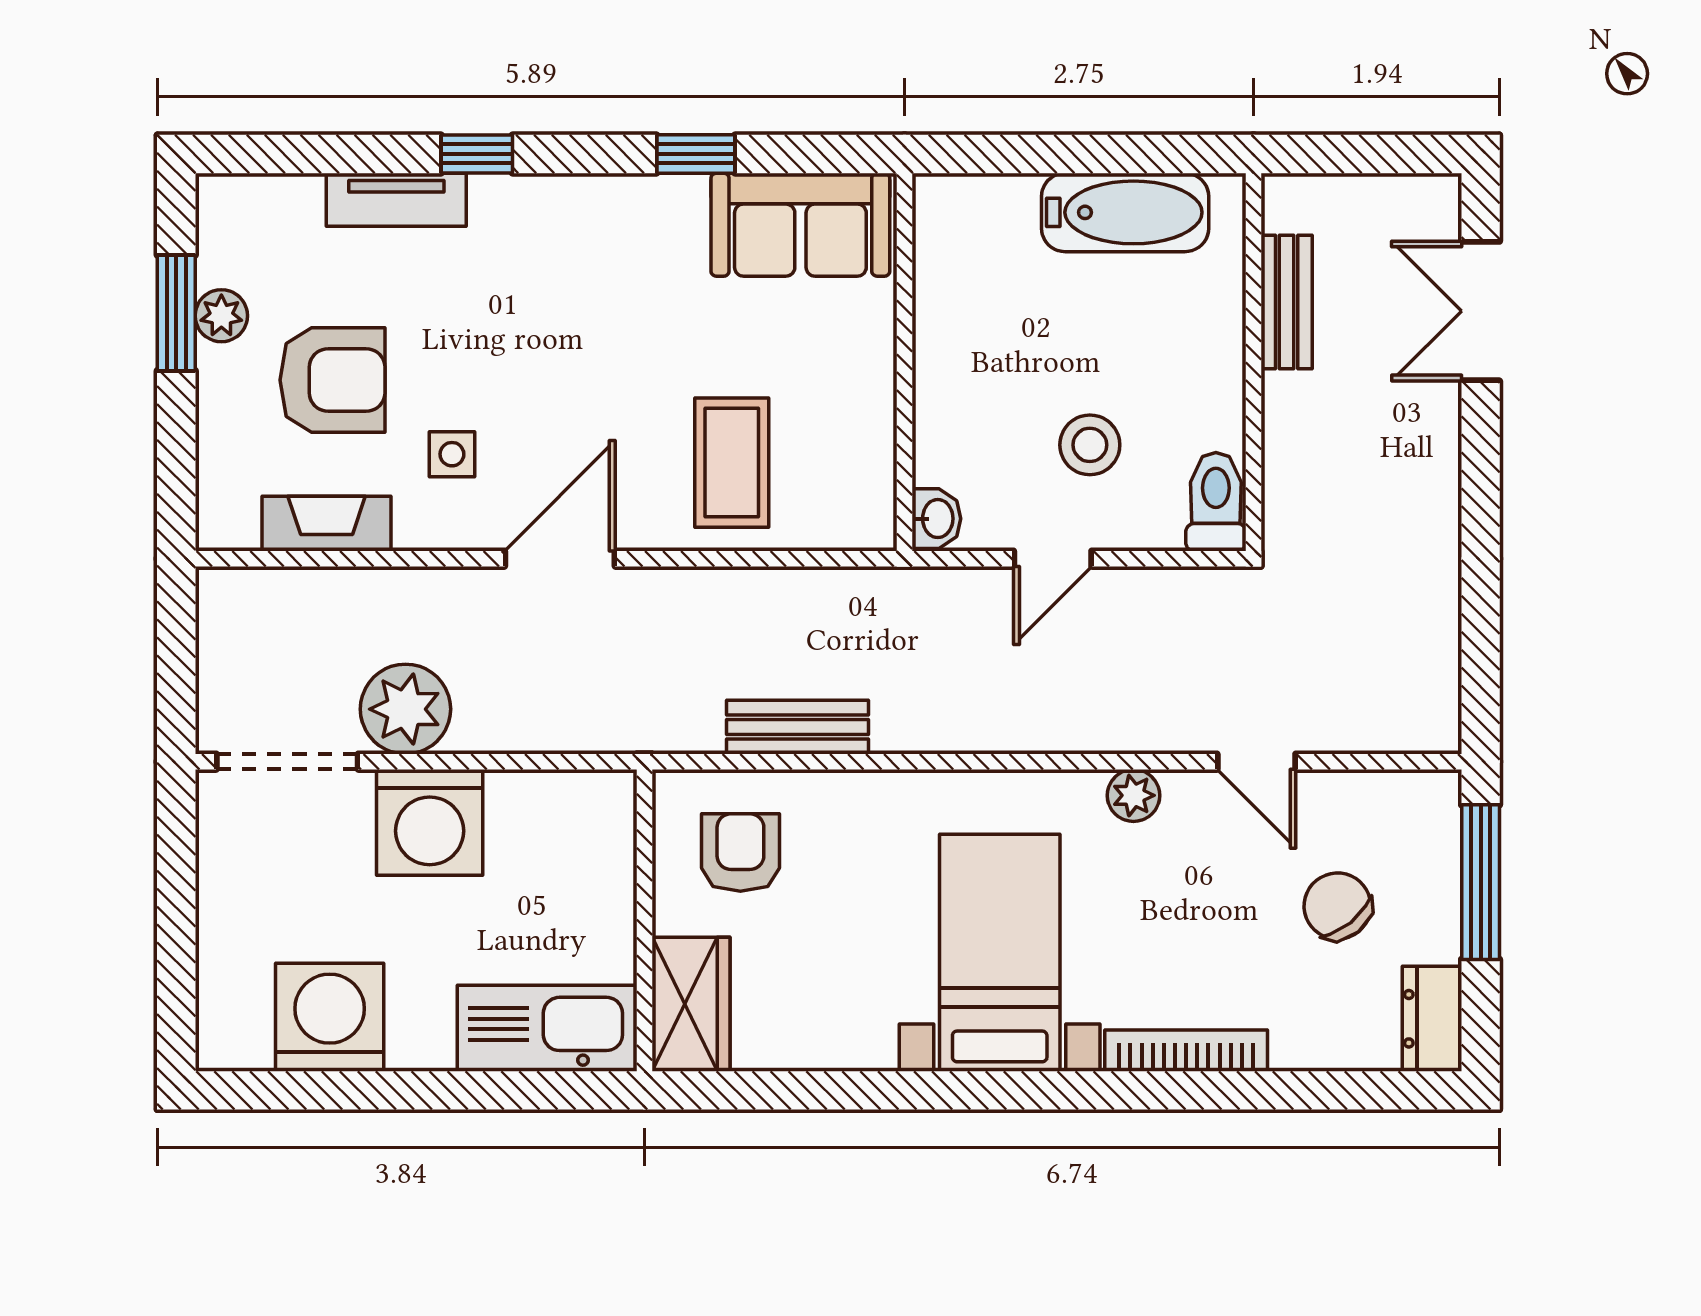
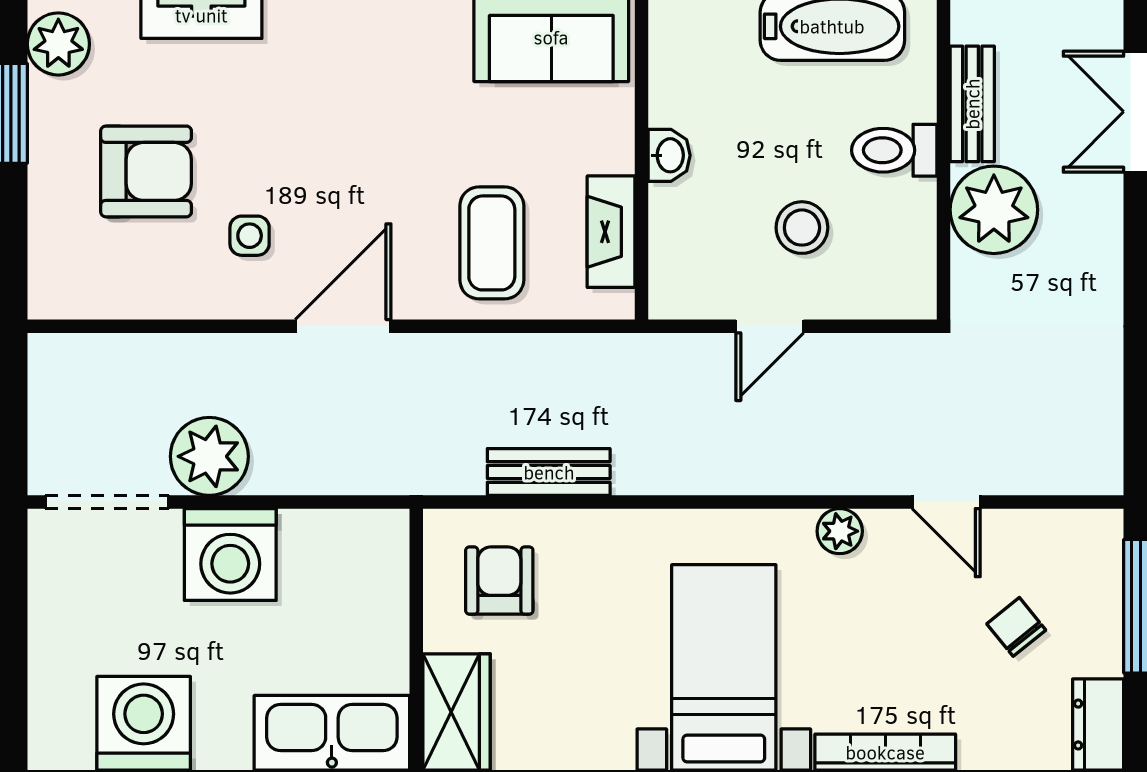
plant: (221, 316) -> (58, 44), moved, width x1.38, depth x1.38
plant: (1312, 424) -> (994, 210), added
toilet: (1216, 502) -> (894, 150), moved, turned -90
washbasin: (936, 519) -> (669, 155), moved
fireplace: (327, 524) -> (611, 232), moved, turned -90
chair: (1337, 906) -> (1016, 627), width x0.73, depth x0.73

